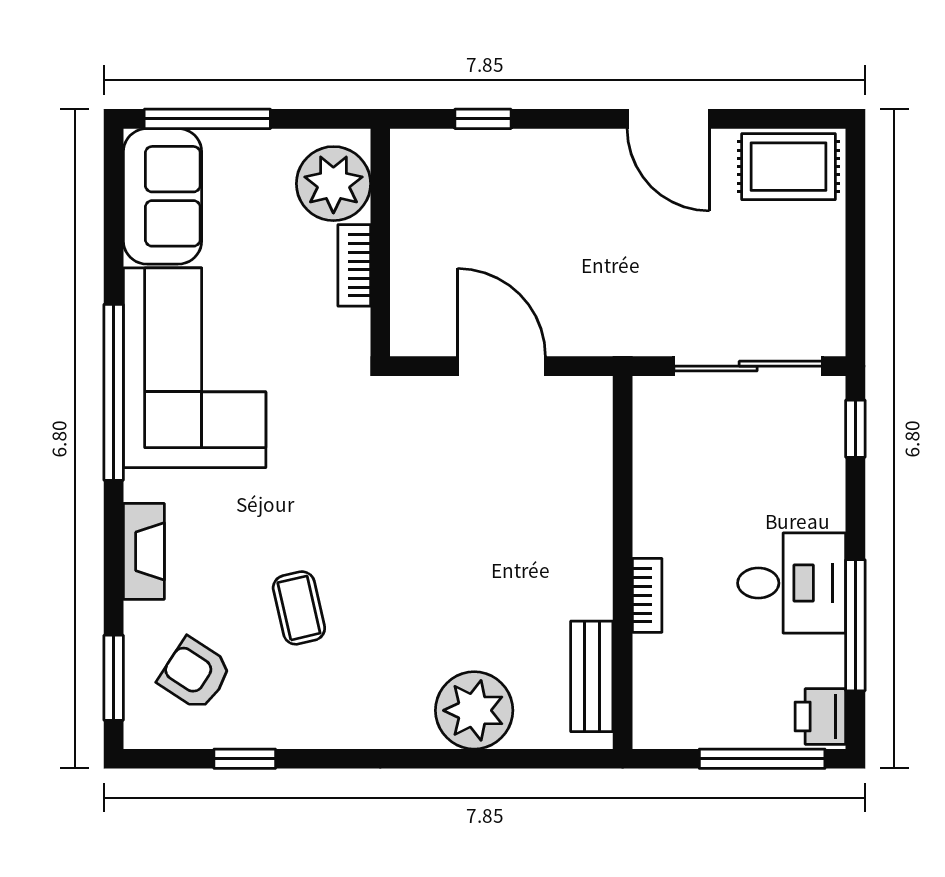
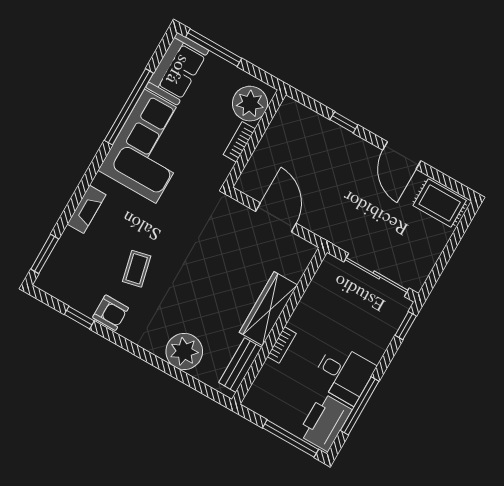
window: (483, 119) -> (344, 122), moved
window: (114, 392) -> (129, 107), moved
wardrobe: (584, 543) -> (268, 309), added
armchair: (195, 674) -> (111, 313), moved, turned 147
printer: (820, 717) -> (325, 422), width x1.87, depth x1.48

